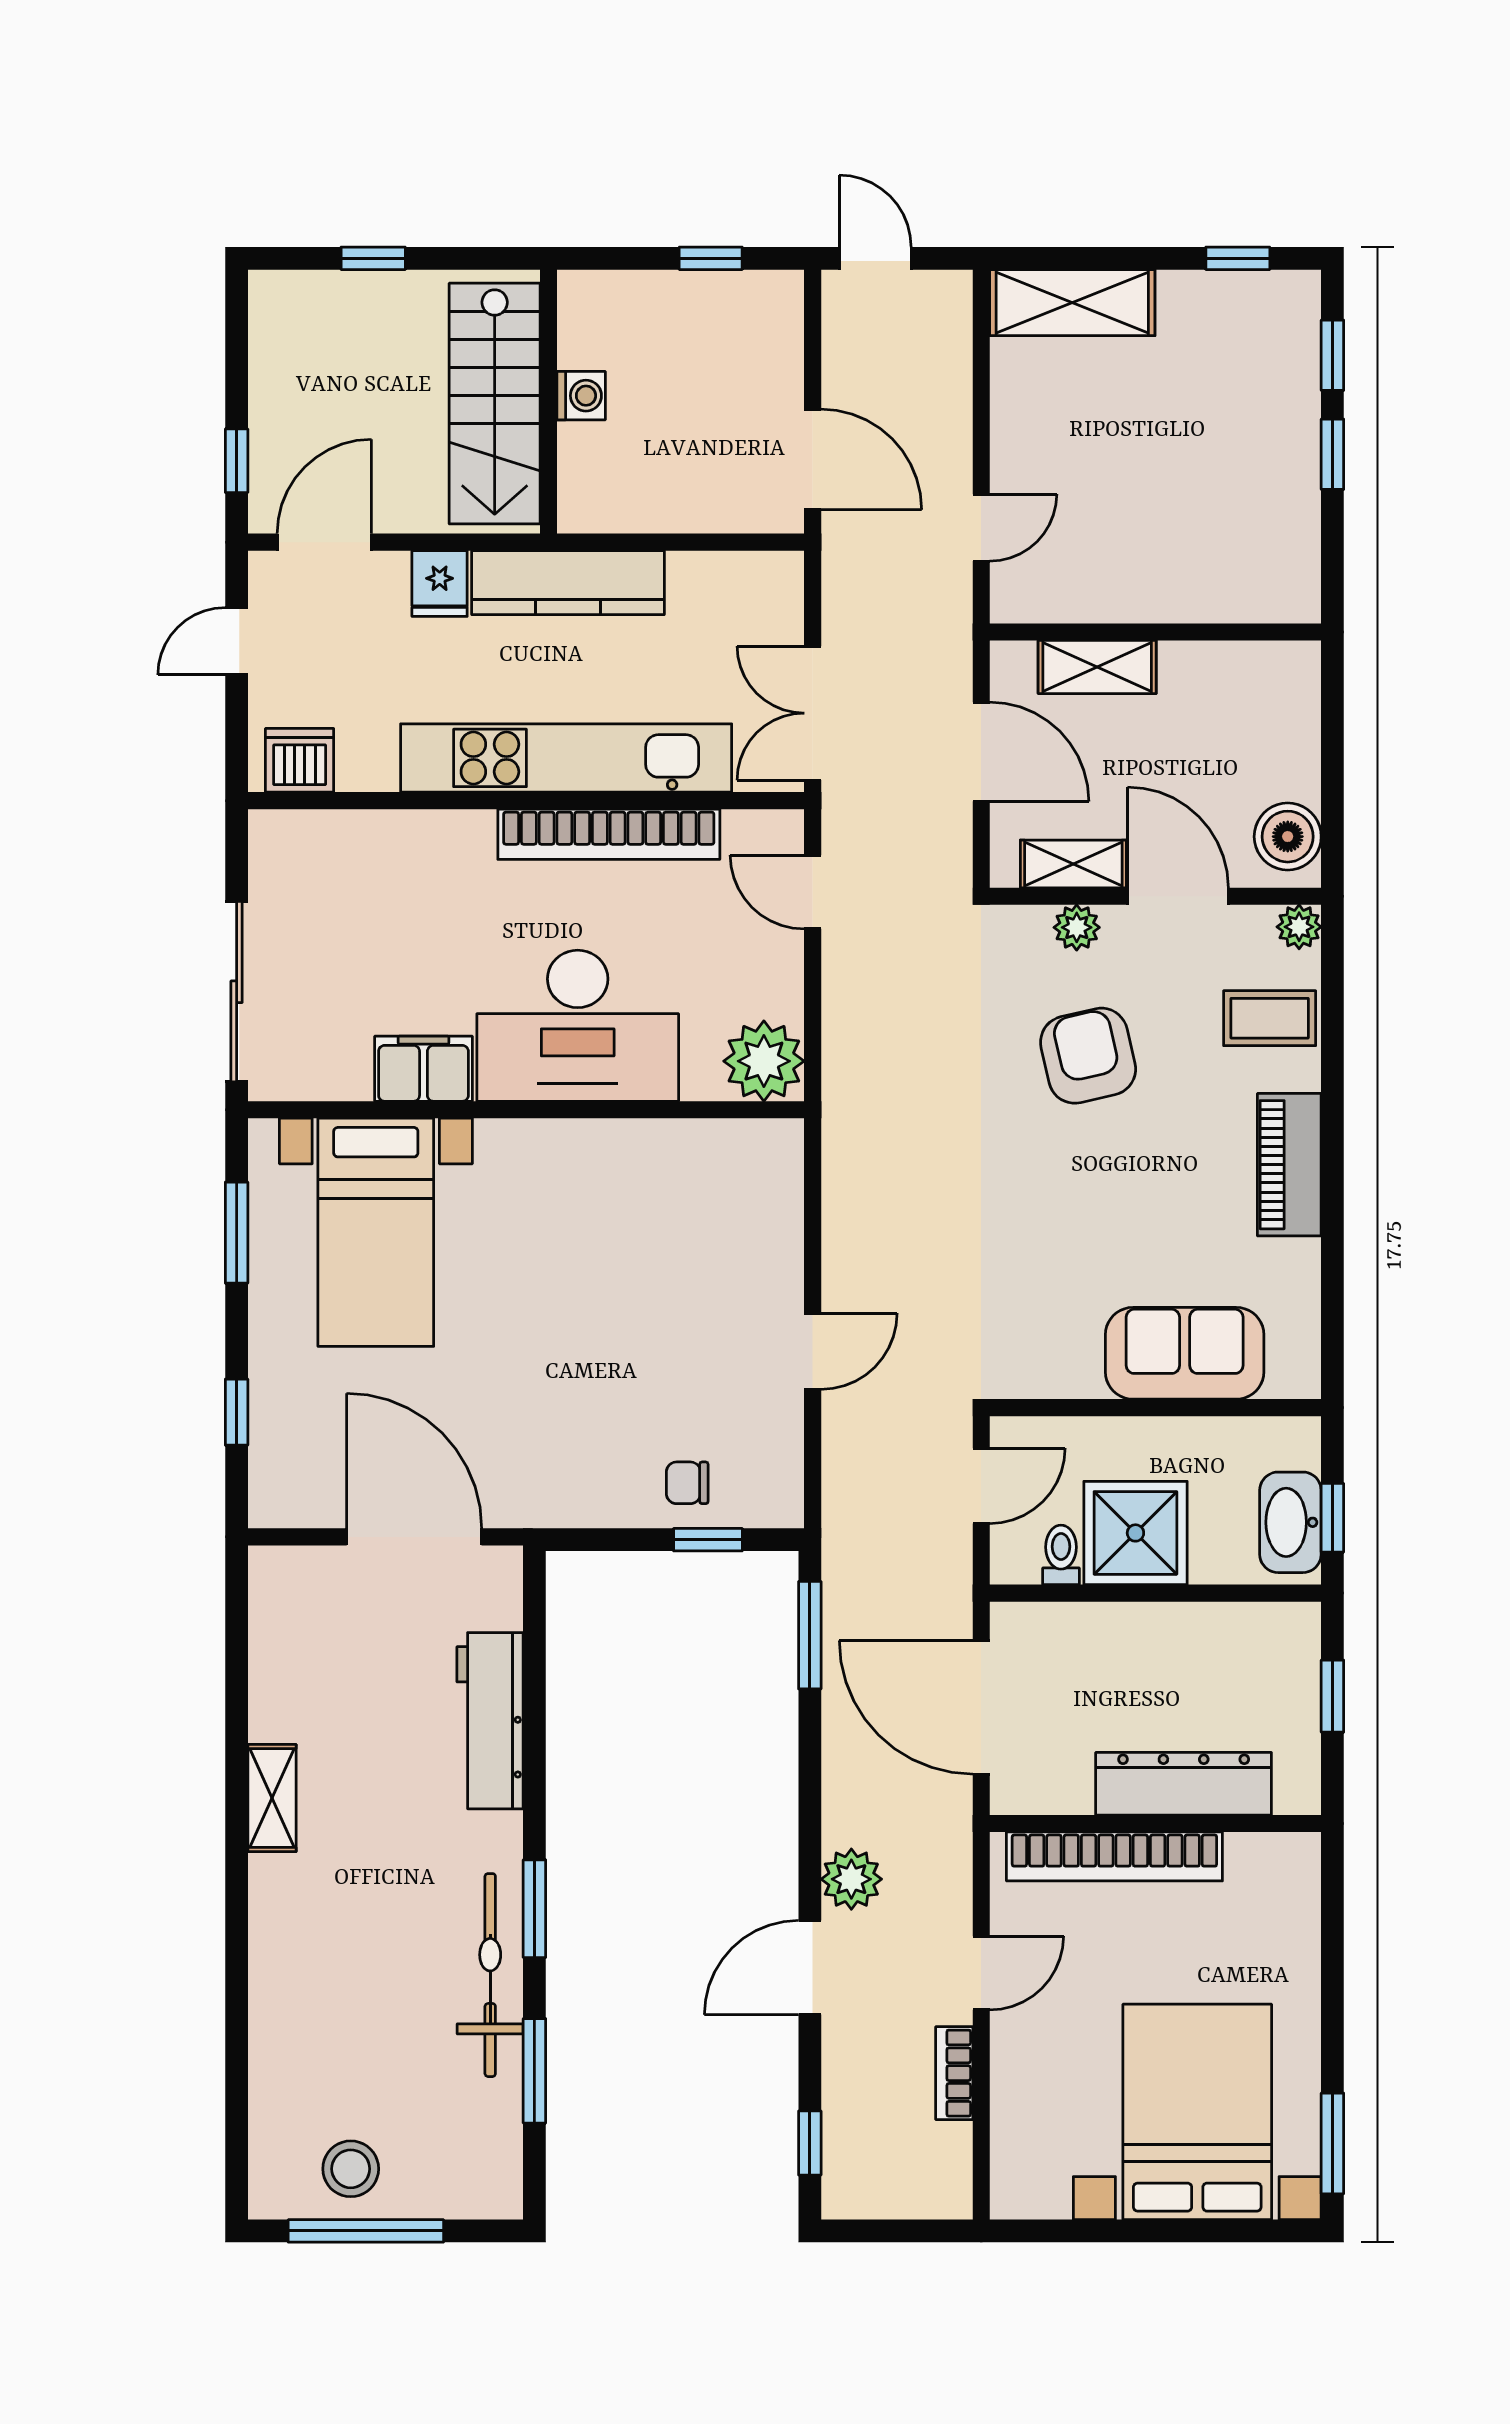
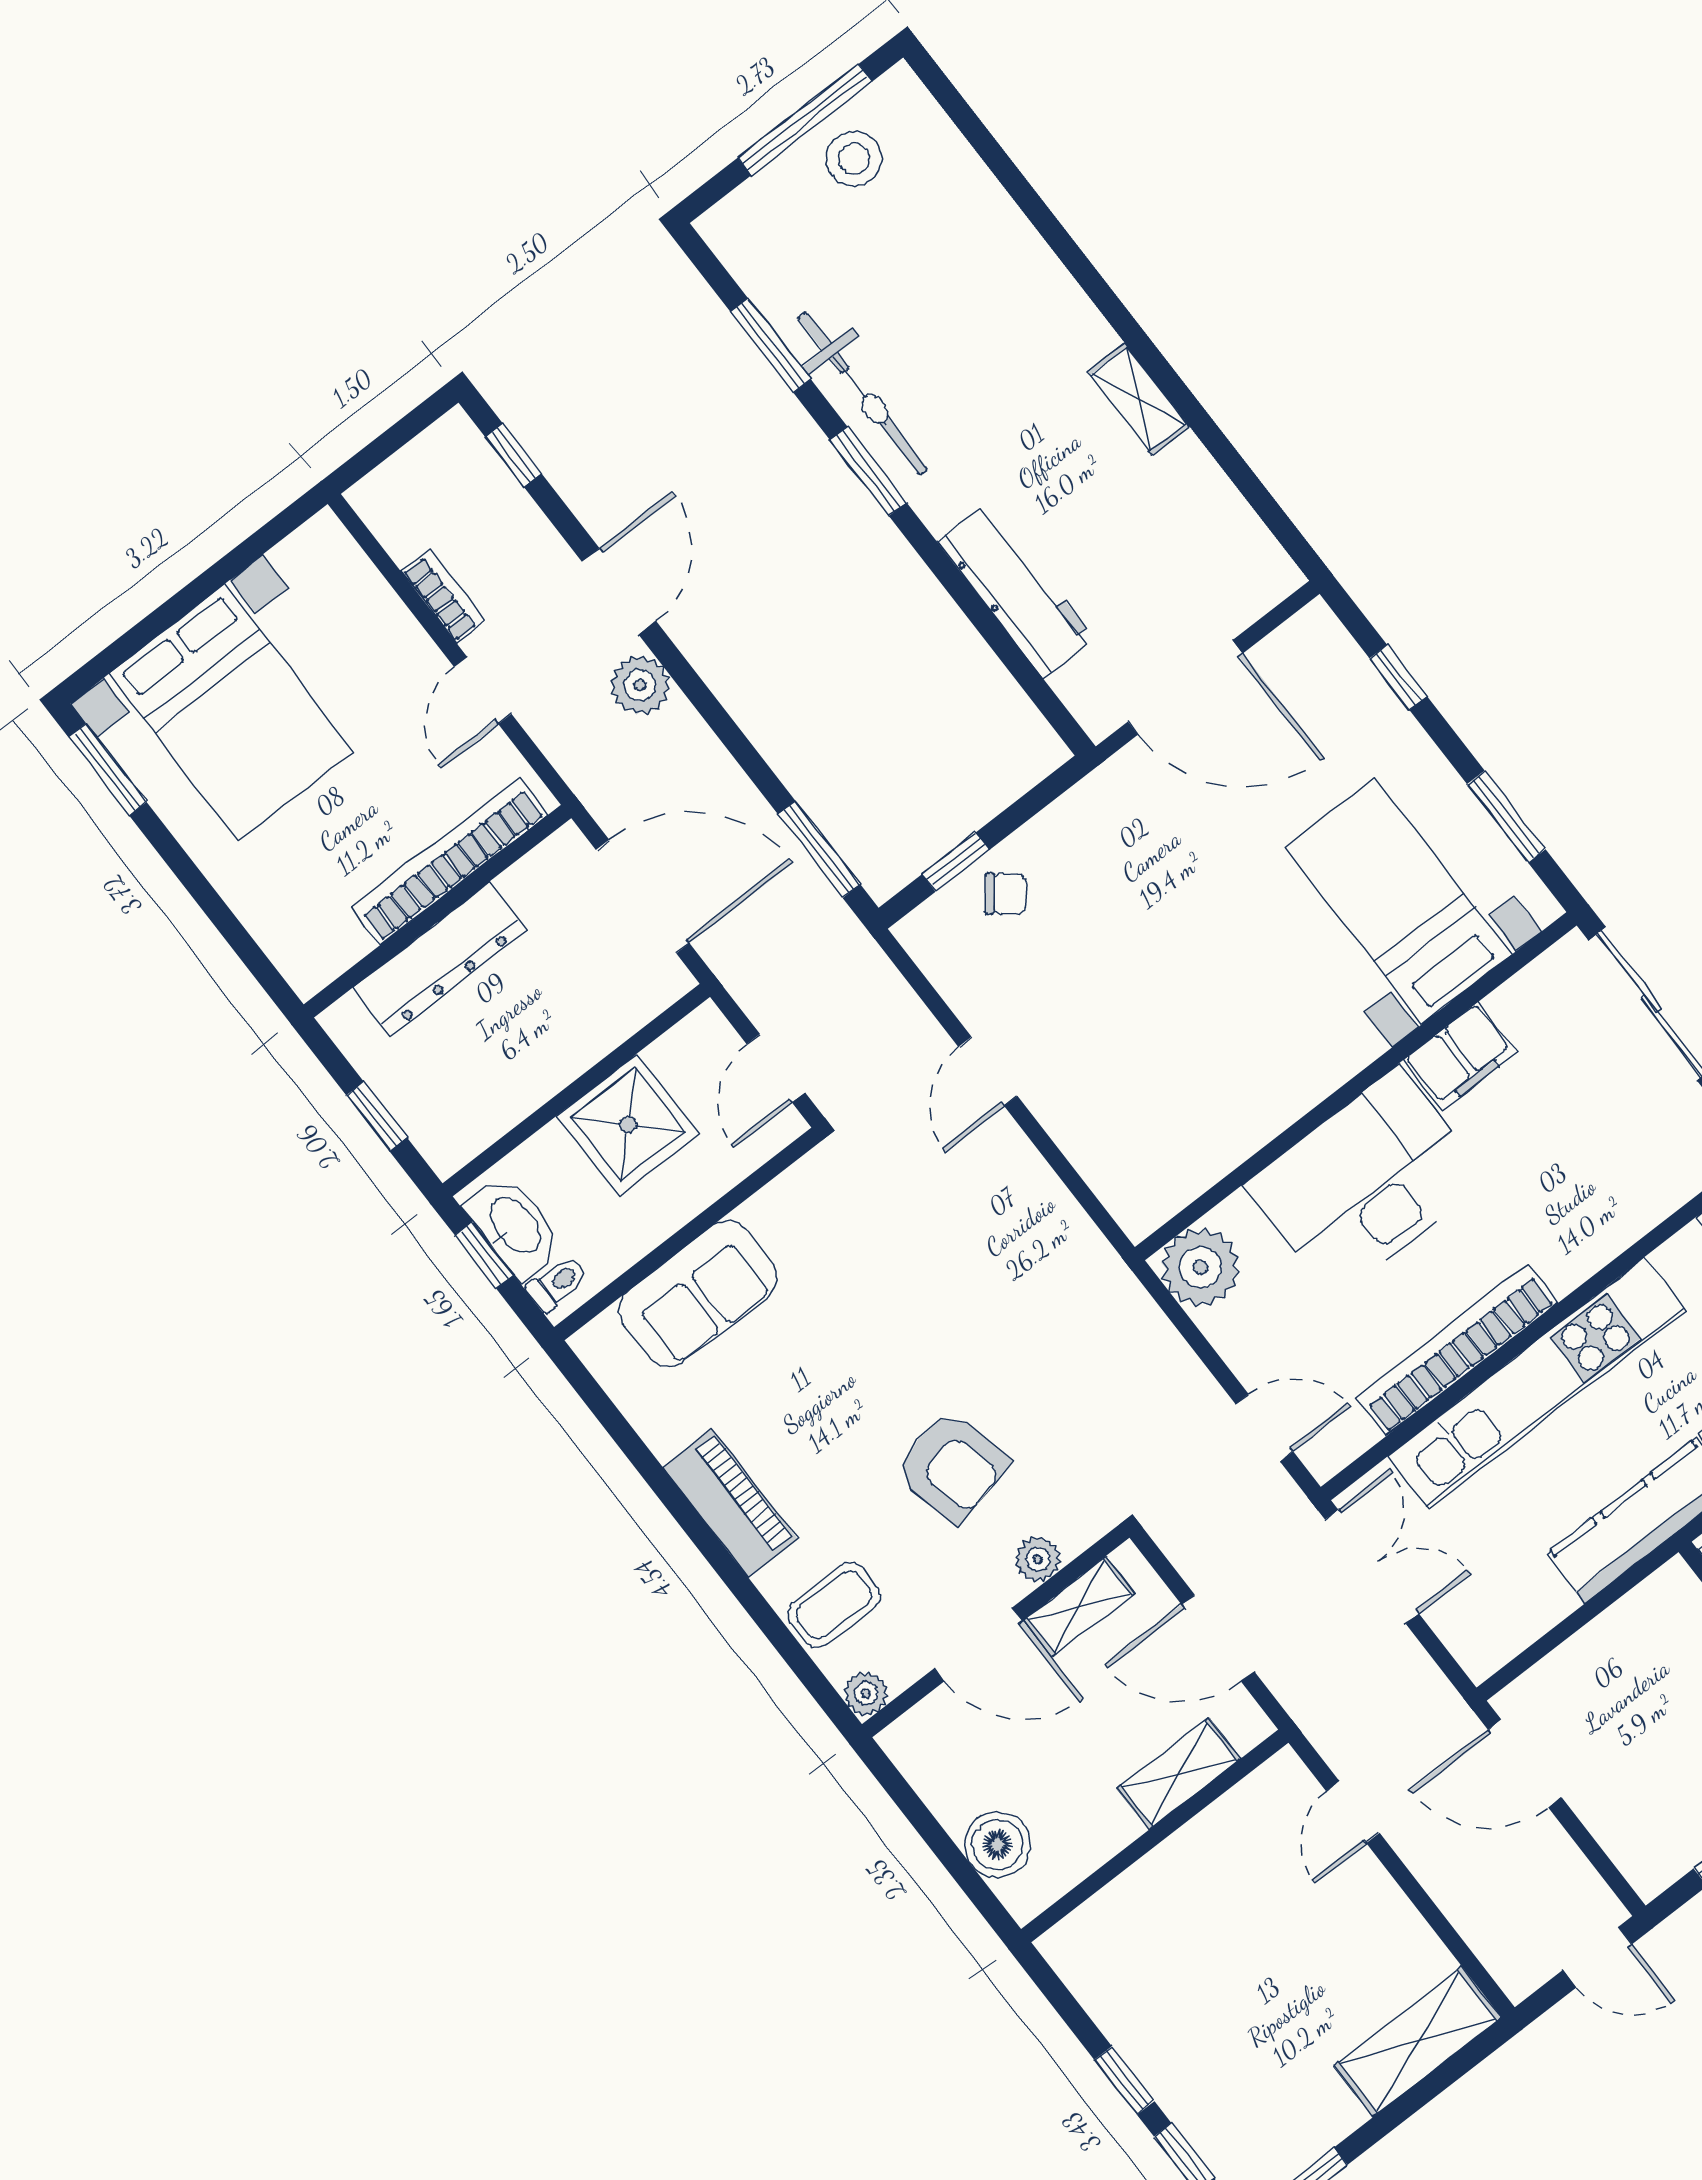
boiler: (1288, 837) -> (997, 1845), moved
chair: (687, 1483) -> (1006, 894), turned 39
toilet: (1061, 1555) -> (557, 1284), moved, turned -90

